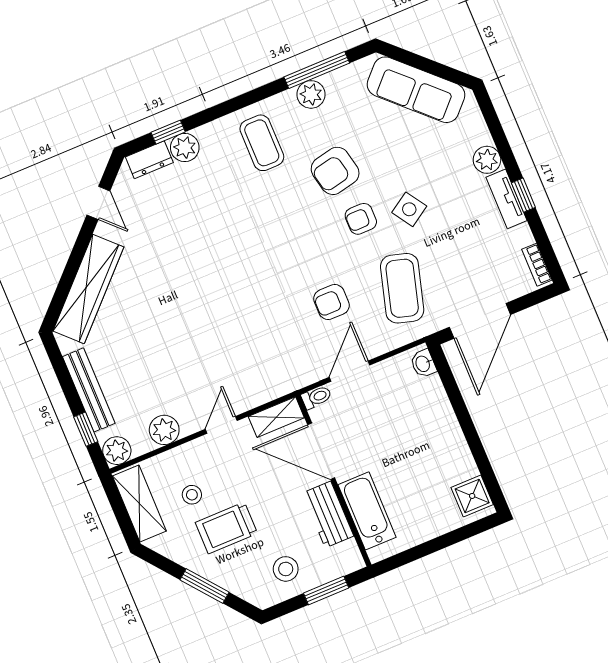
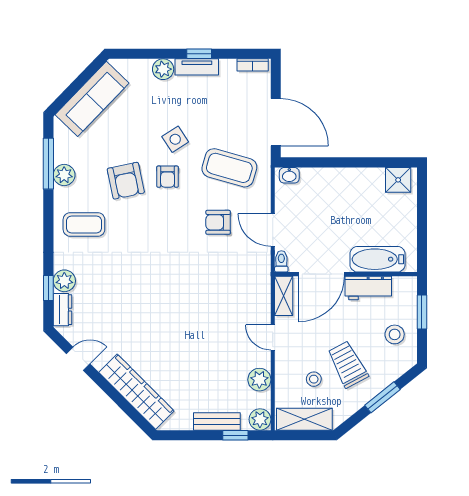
armchair: (331, 302) -> (218, 222), turned 90
bench: (89, 390) -> (217, 421), width x0.73
trolley: (226, 528) -> (348, 364), turned 152

